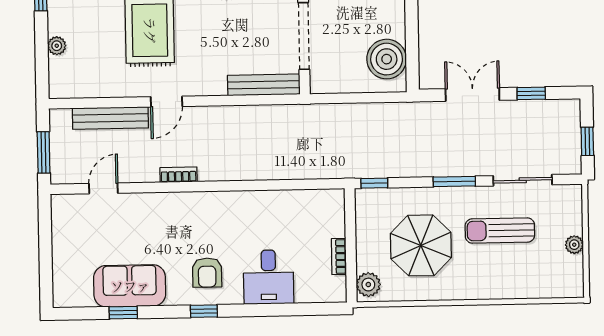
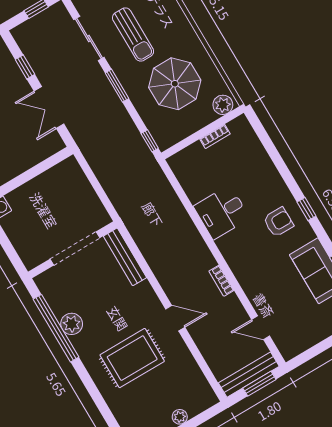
boiler: (387, 59) -> (58, 181), removed
bench: (110, 118) -> (249, 375), moved, turned 90
desk: (269, 277) -> (222, 212), moved, turned 180

